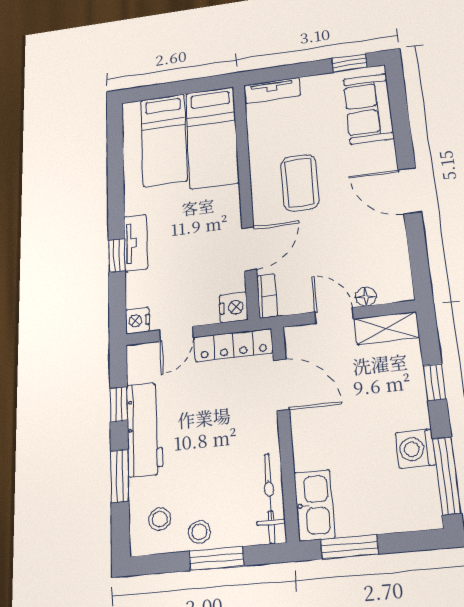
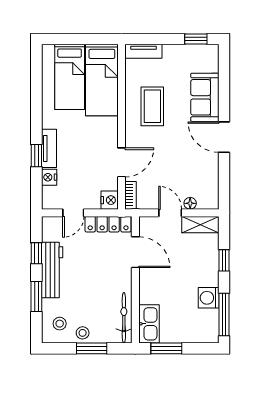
sofa: (368, 109) -> (205, 97), moved
coffee table: (300, 183) -> (152, 106), moved
nightstand: (137, 321) -> (49, 177), moved

